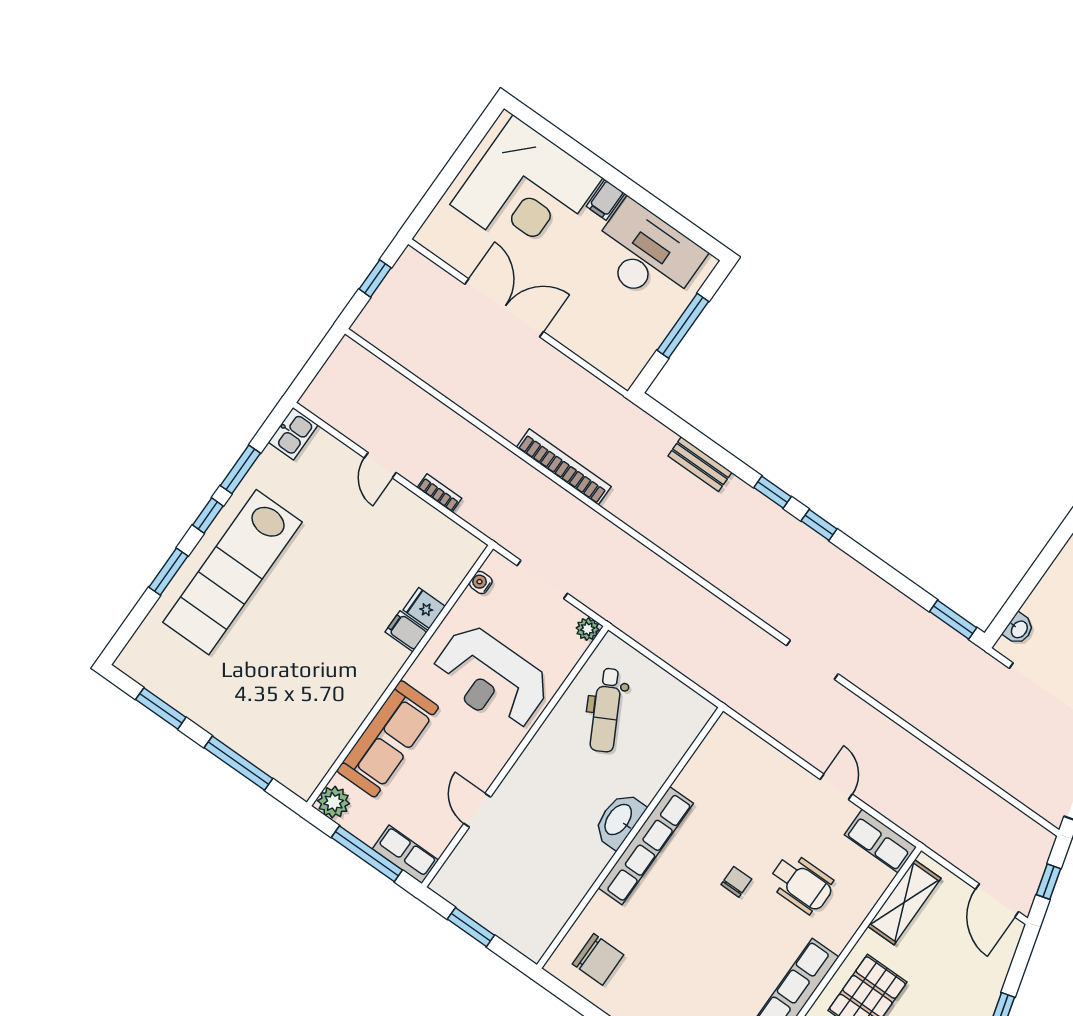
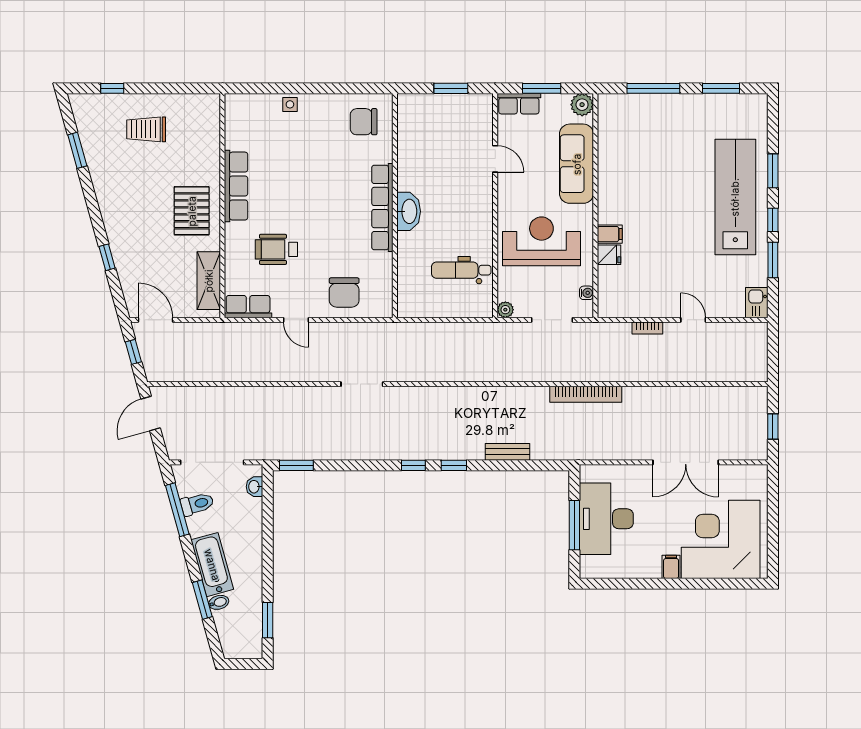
desk: (646, 255) -> (606, 519), moved, turned 90
dental chair: (606, 710) -> (461, 270), turned -62
window: (367, 854) -> (542, 88), width x0.69
chair: (736, 882) -> (344, 292), moved, width x1.87, depth x1.87

